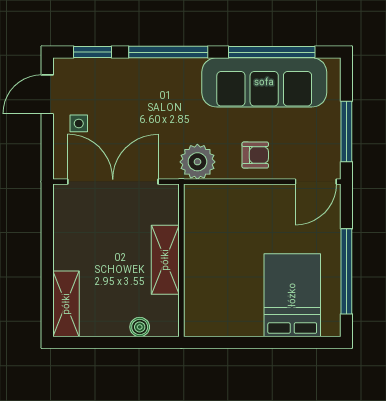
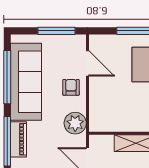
piano: (171, 70) -> (19, 139), added
door: (316, 182) -> (88, 63), moved

